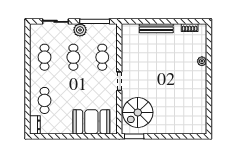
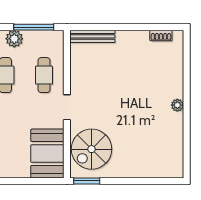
bench: (156, 28) -> (92, 36), moved
plant: (202, 61) -> (177, 105), moved
booth: (91, 122) -> (47, 153), moved, turned 90

